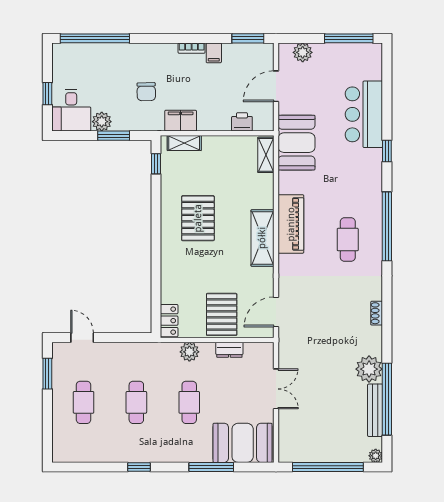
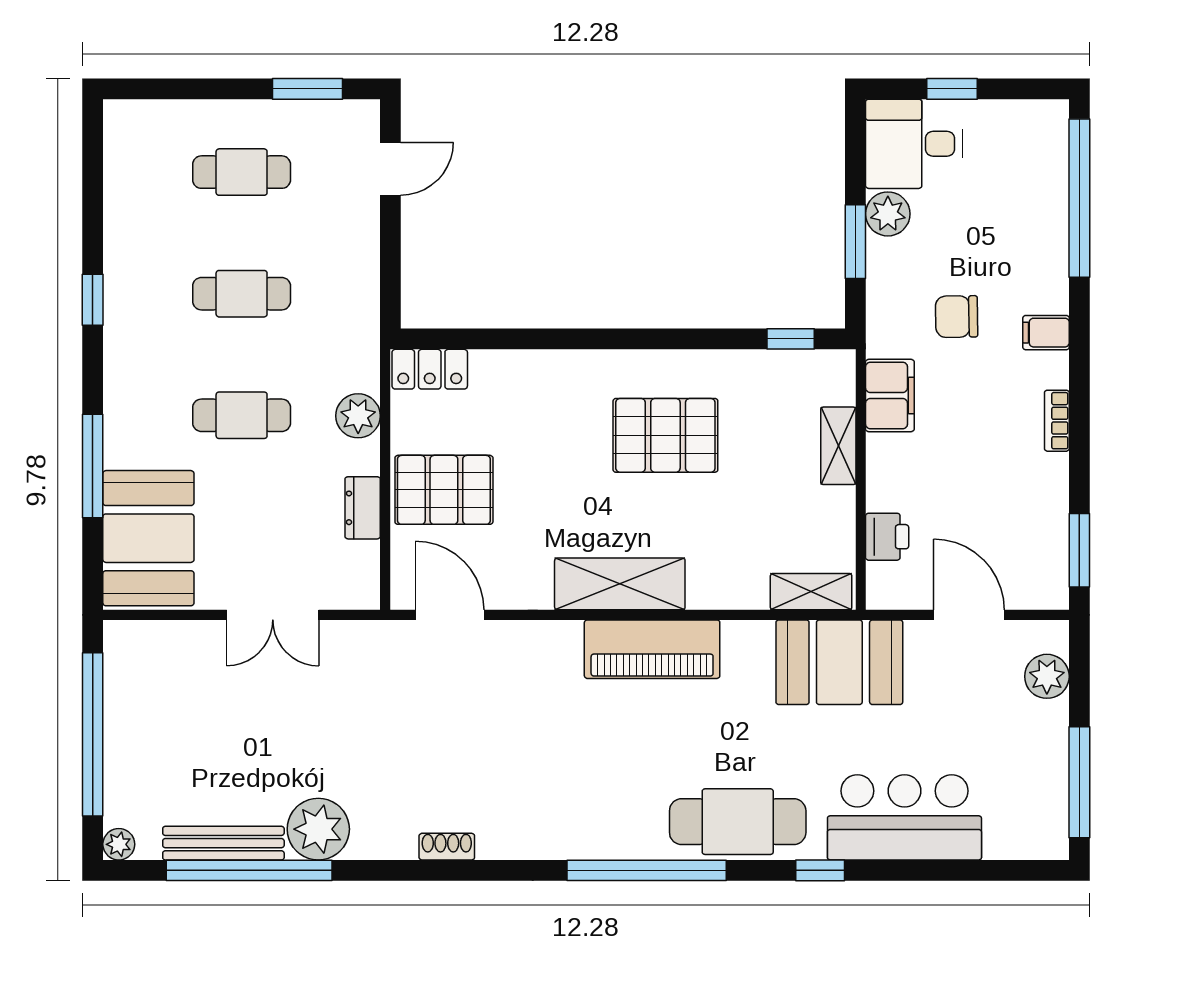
filing cabinet: (214, 53) -> (1046, 333), moved
shelving: (184, 143) -> (838, 446), moved
cafe table: (348, 240) -> (738, 822), moved, width x1.37, depth x1.35

